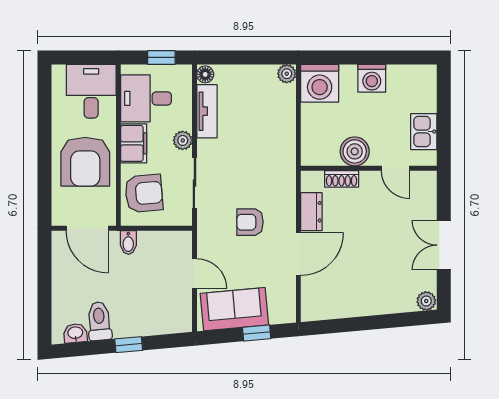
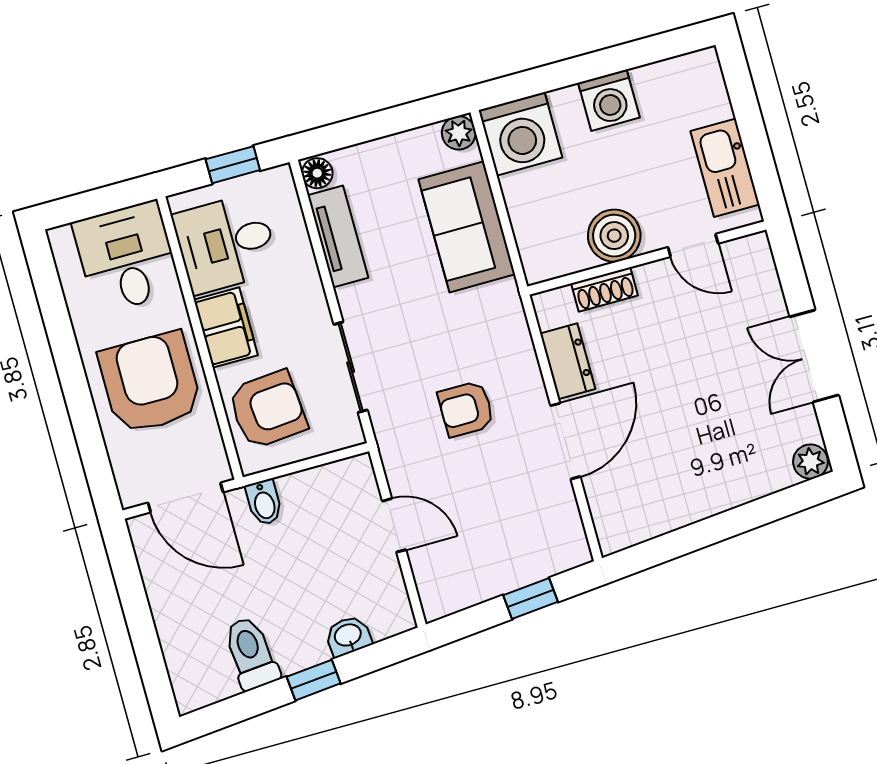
kitchen sink: (424, 132) -> (725, 168), width x1.38
plant: (183, 140) -> (310, 299), removed
armchair: (85, 162) -> (150, 383), turned 180
sofa: (234, 309) -> (467, 227), moved, turned -85
washbasin: (75, 333) -> (348, 636), moved

